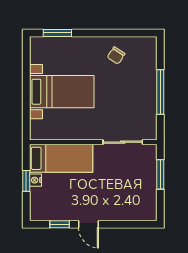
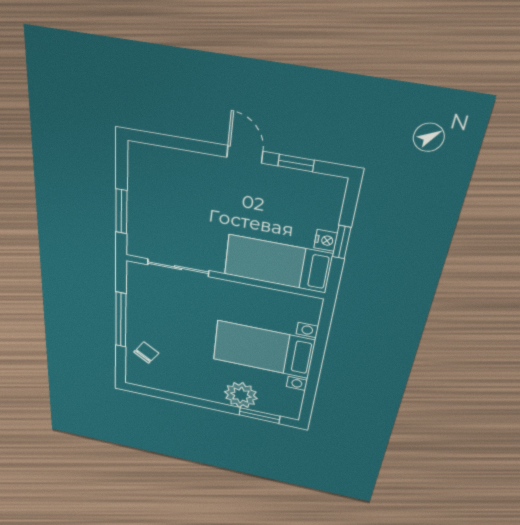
plant: (72, 48) -> (241, 395), added
chair: (116, 56) -> (146, 353), moved

